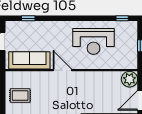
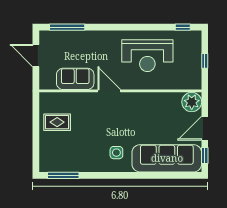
window: (28, 18) -> (67, 27), width x2.17
sofa: (29, 60) -> (75, 79), width x0.73

